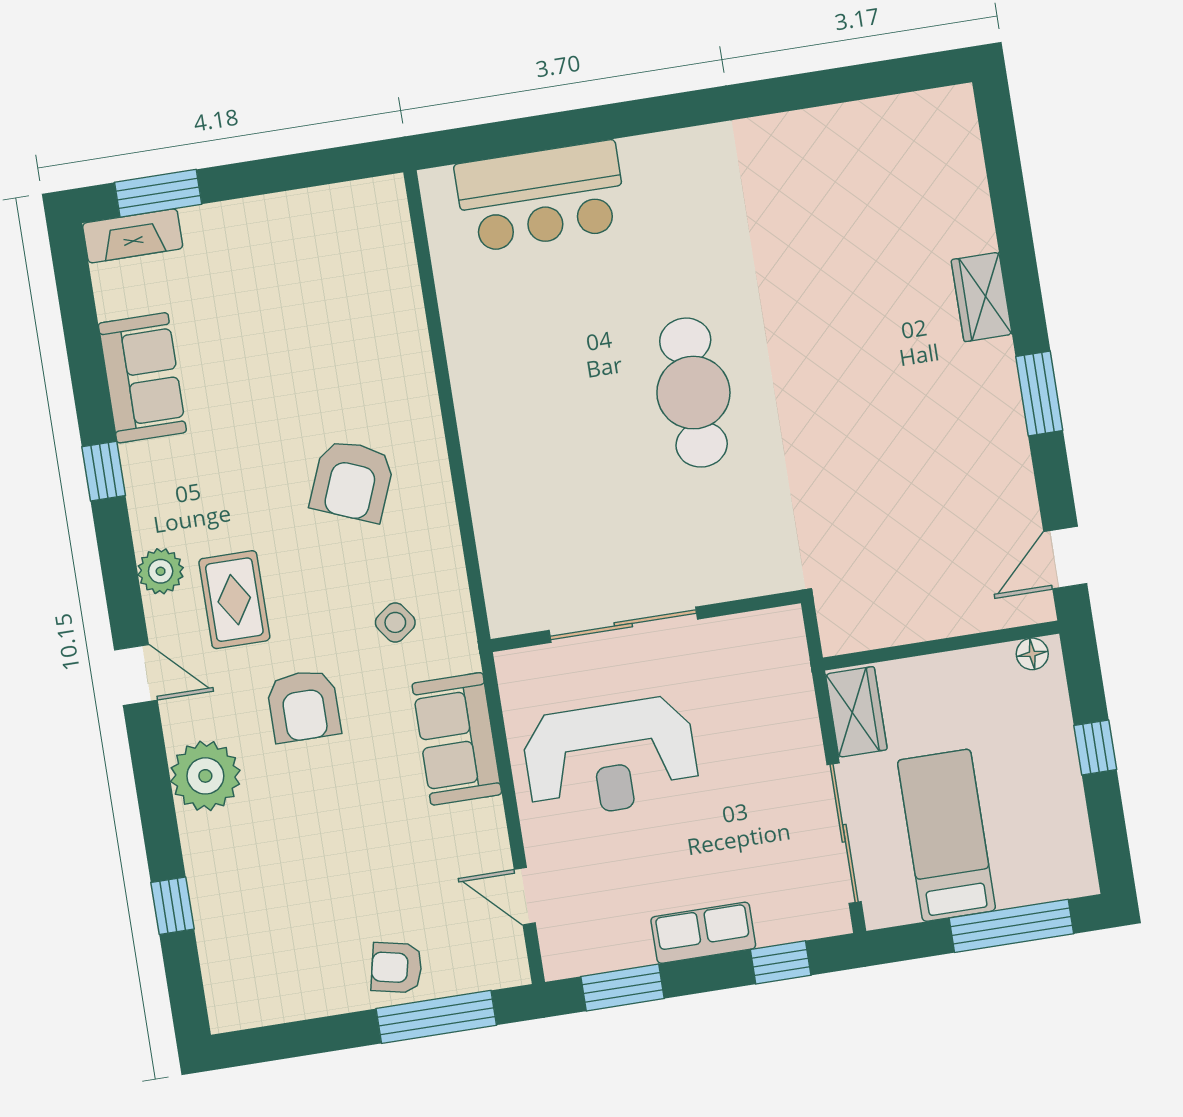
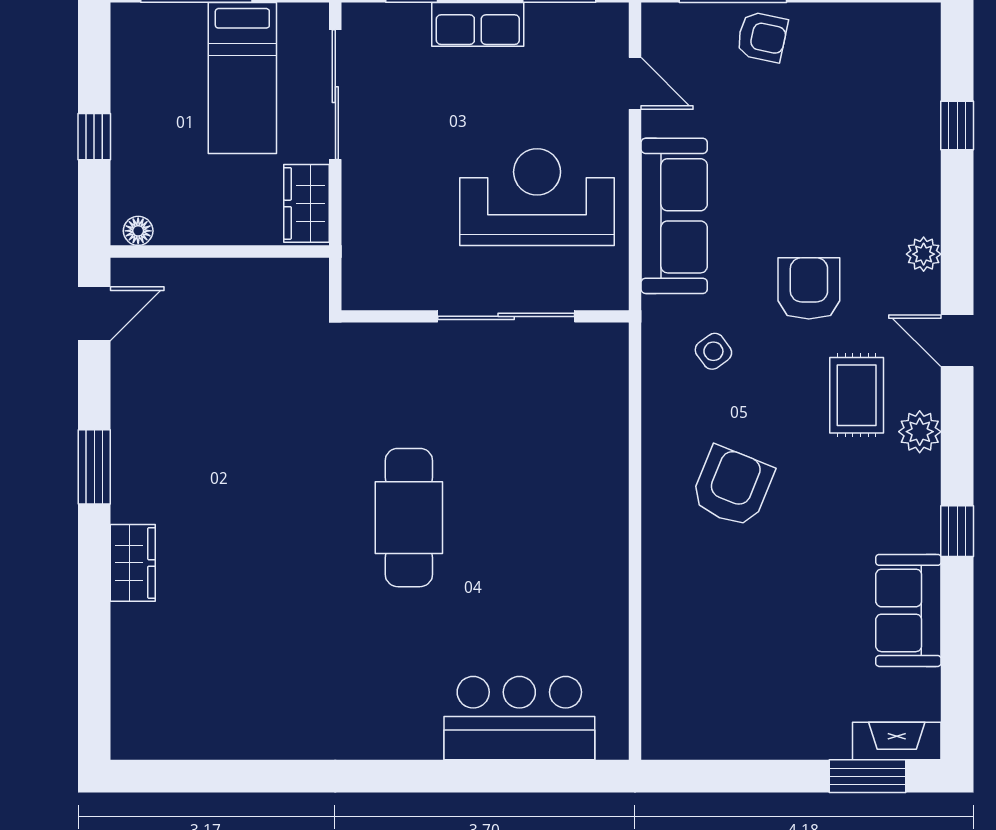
sofa: (457, 739) -> (674, 216), width x1.36
plant: (205, 776) -> (924, 254), width x0.53, depth x0.53

